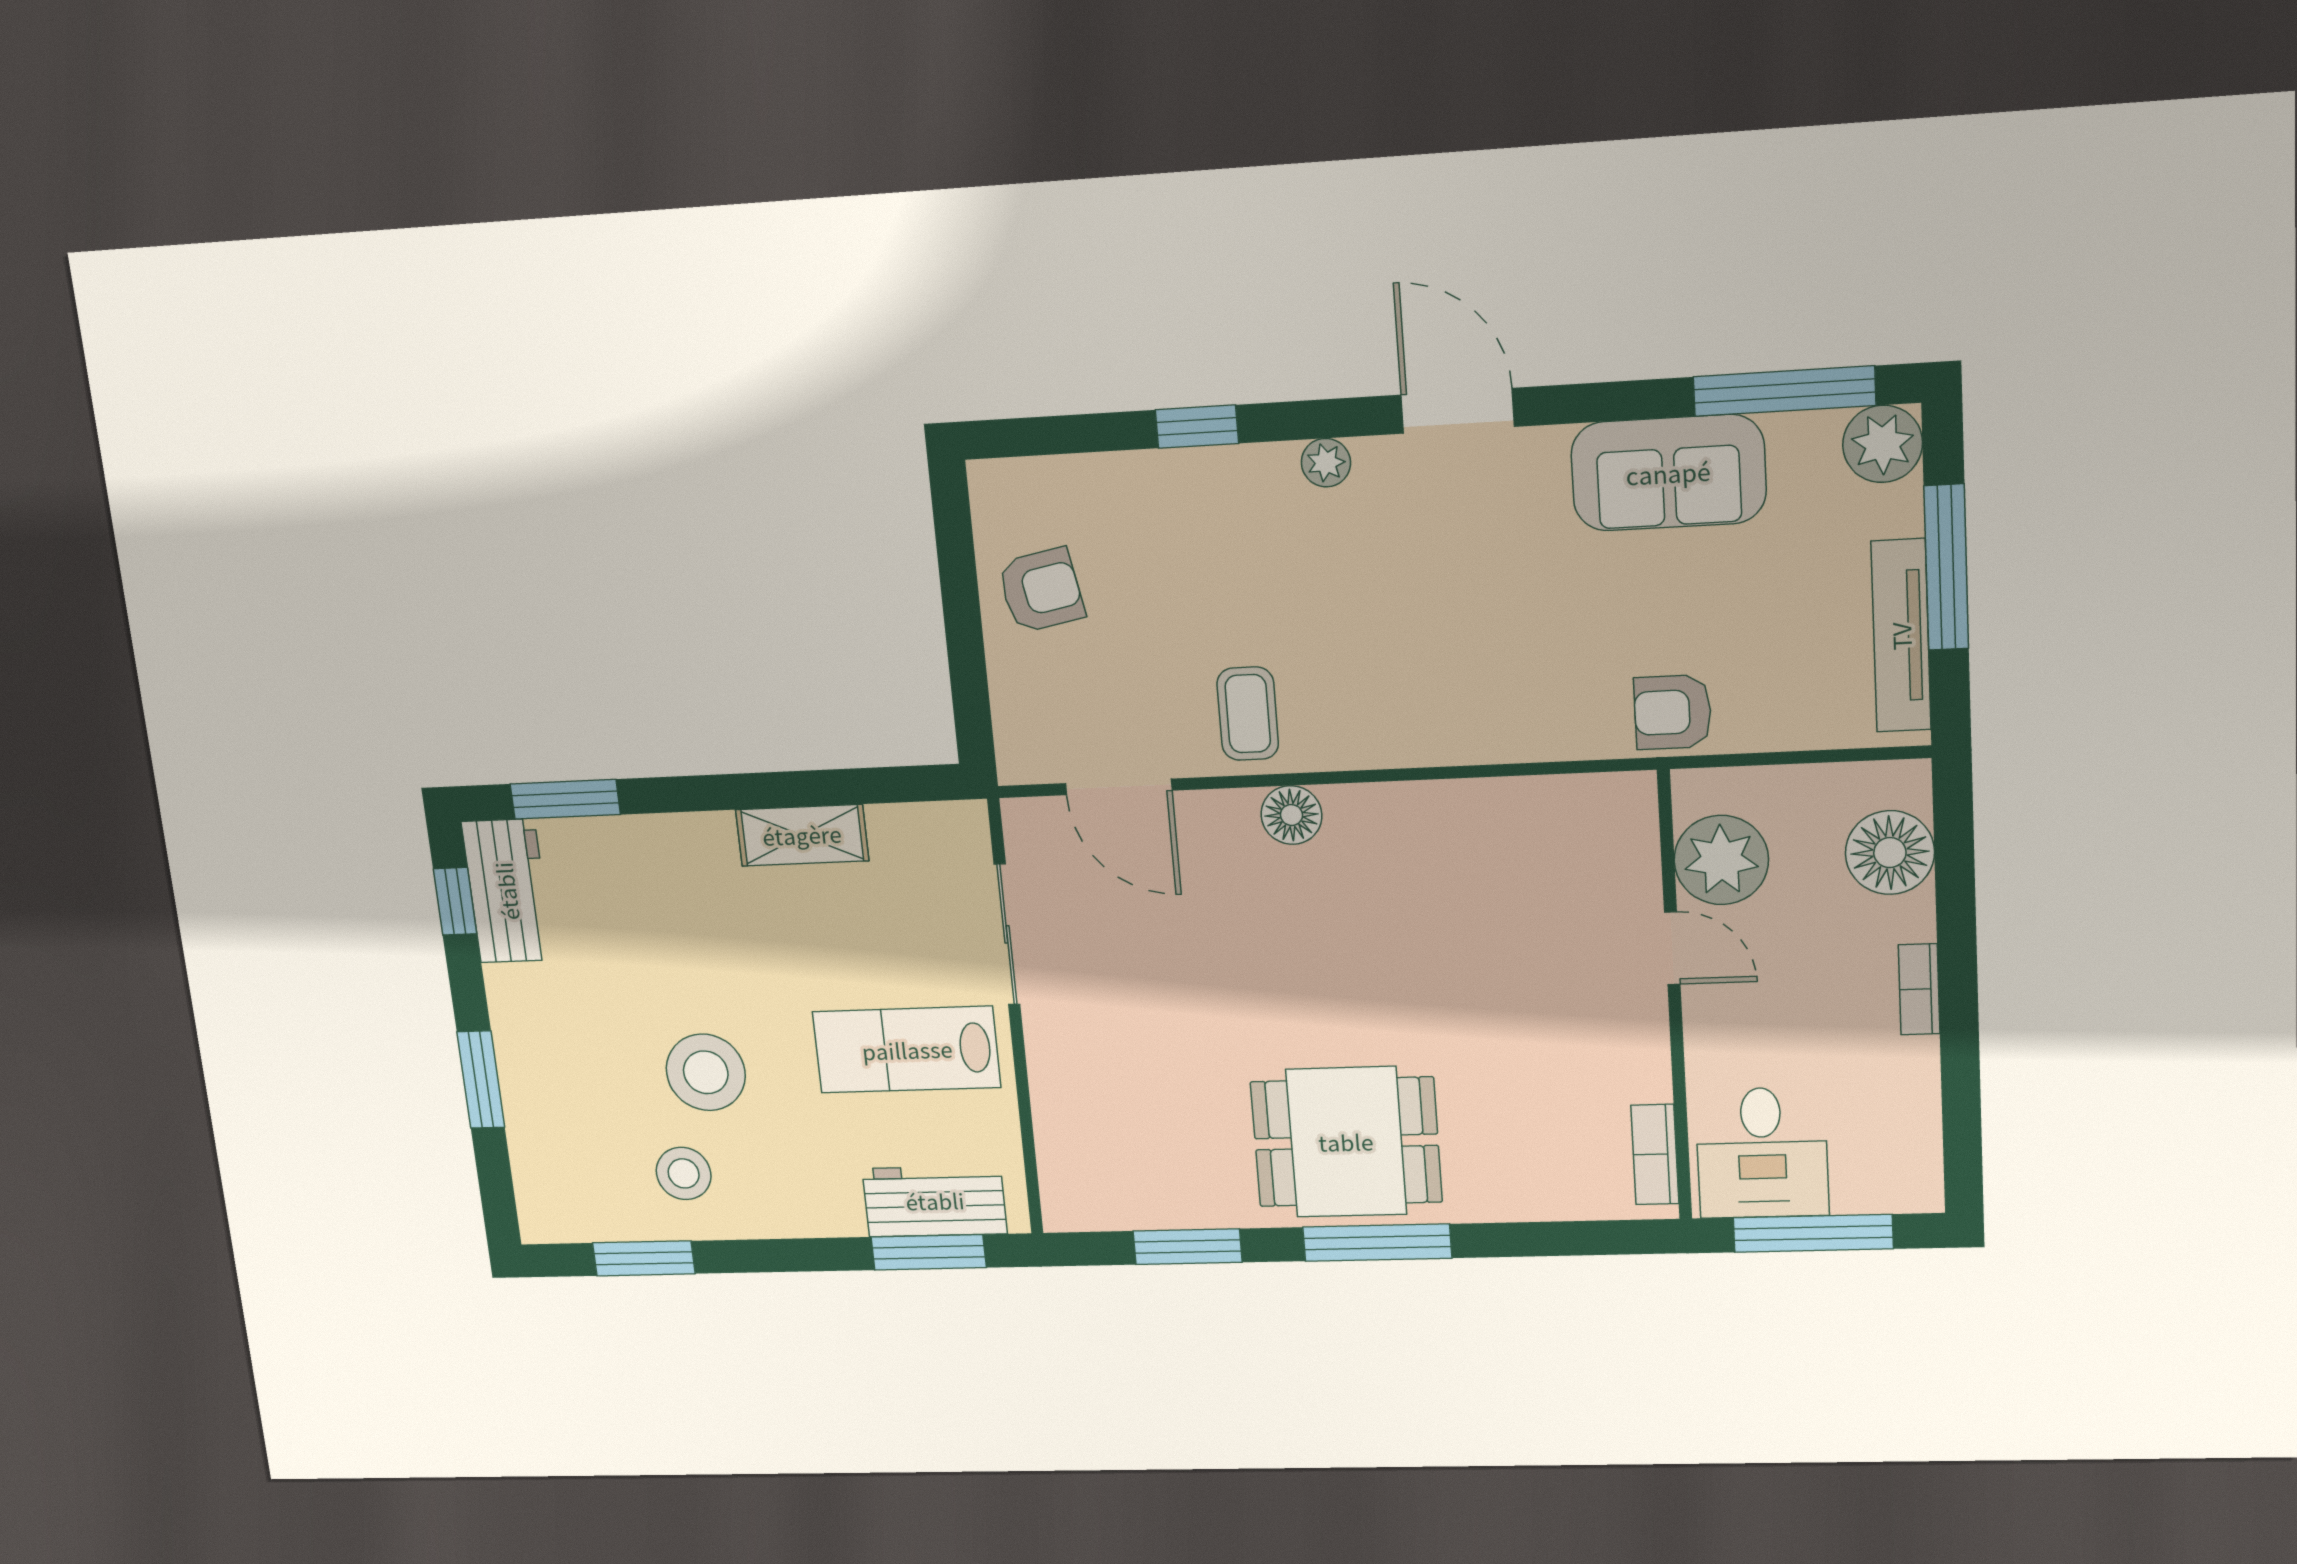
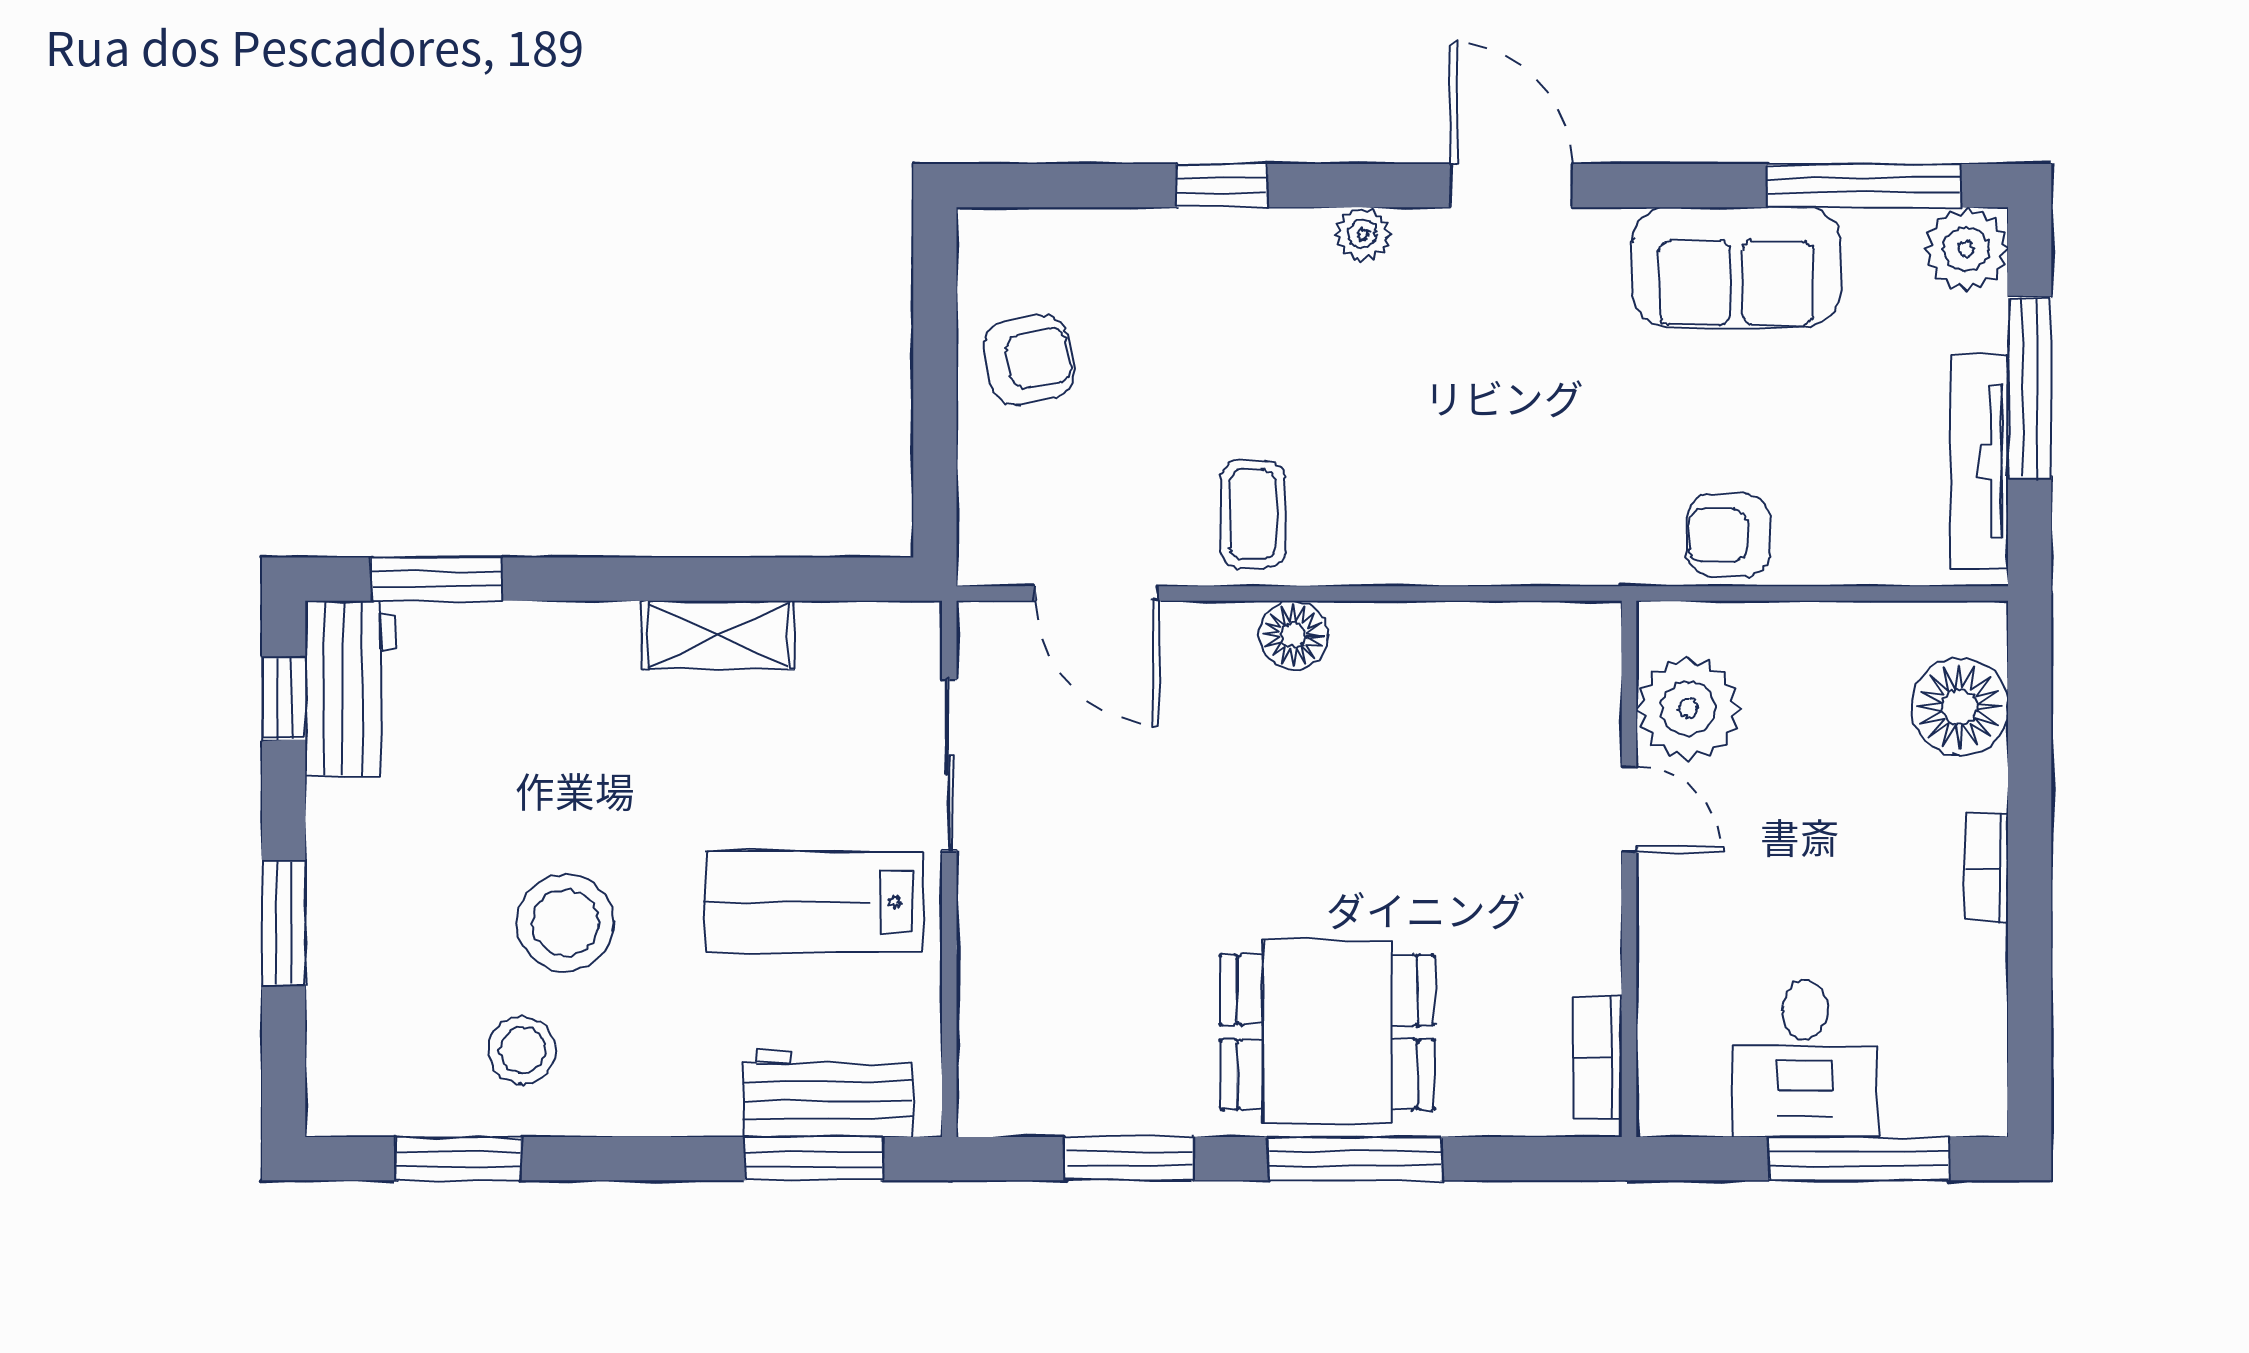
plant: (1721, 860) -> (1688, 708), moved
door: (1672, 948) -> (1629, 810), moved
wall: (1675, 998) -> (1629, 869), moved
bookcase: (1655, 1154) -> (1597, 1057), moved

